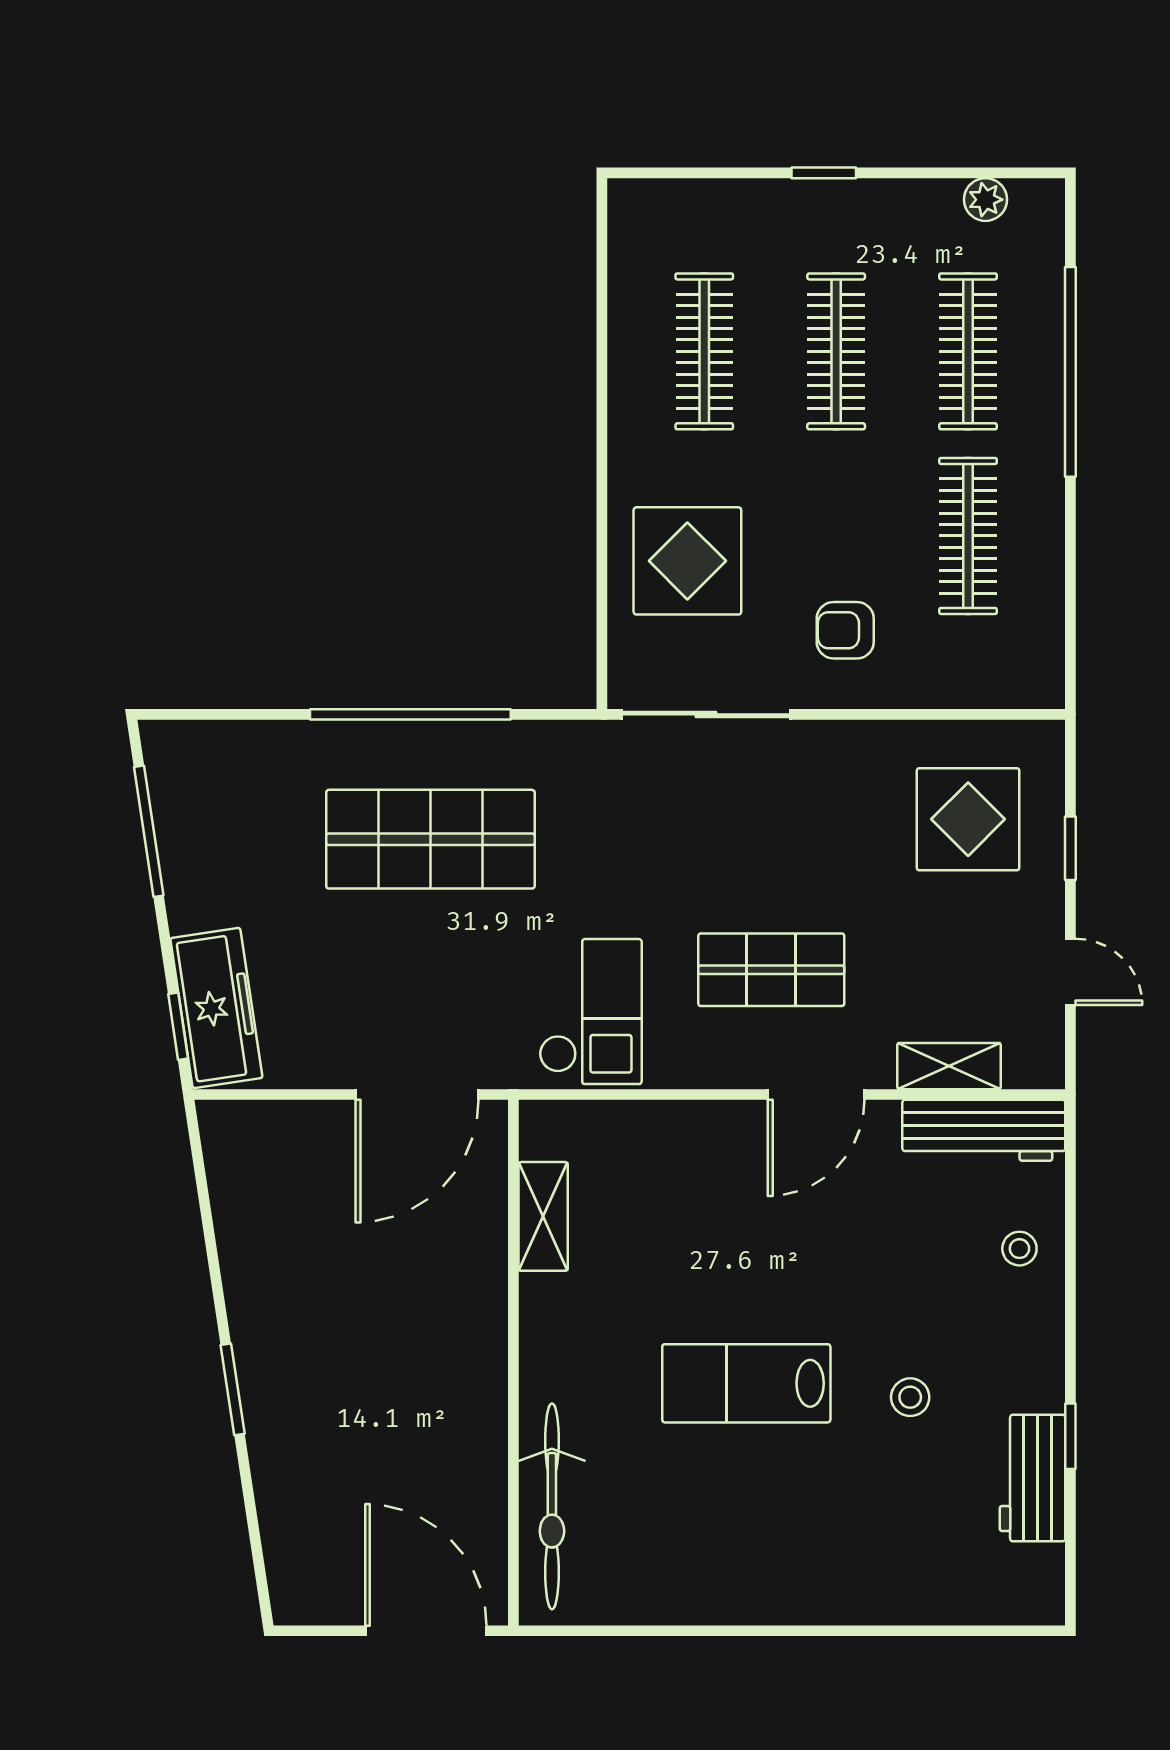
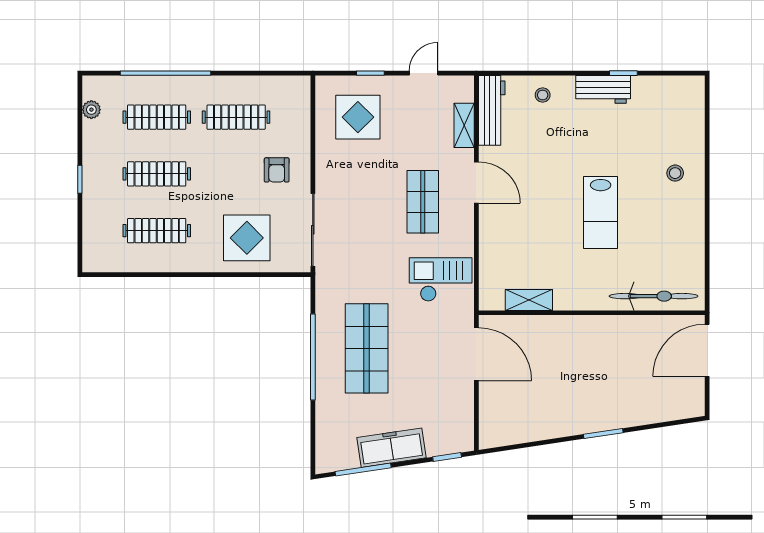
freezer: (216, 1008) -> (391, 448), moved
stool: (910, 1397) -> (675, 173), moved
workbench: (1032, 1478) -> (603, 89), moved

